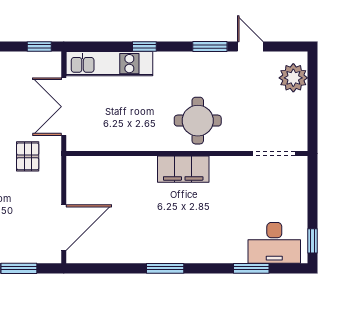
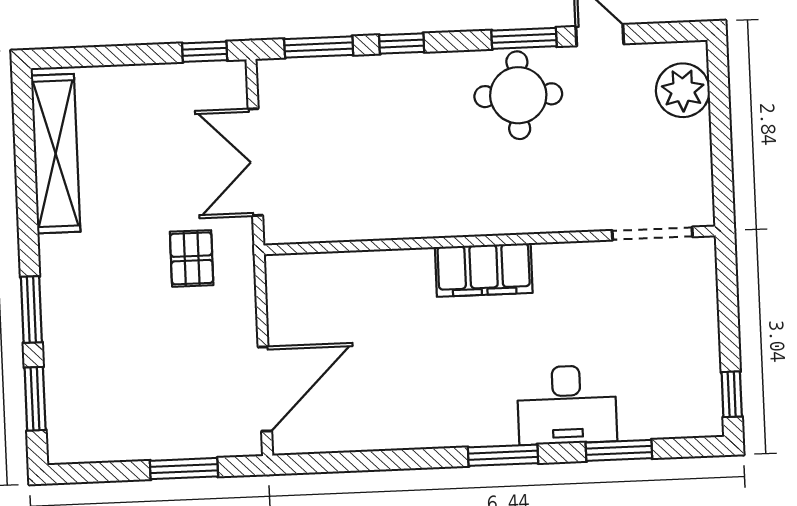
window: (100, 47) -> (319, 47), added
kitchen unit: (109, 64) -> (337, 78), removed
round table: (198, 121) -> (518, 95), moved
desk: (274, 243) -> (567, 405), moved
window: (165, 268) -> (503, 455), moved

